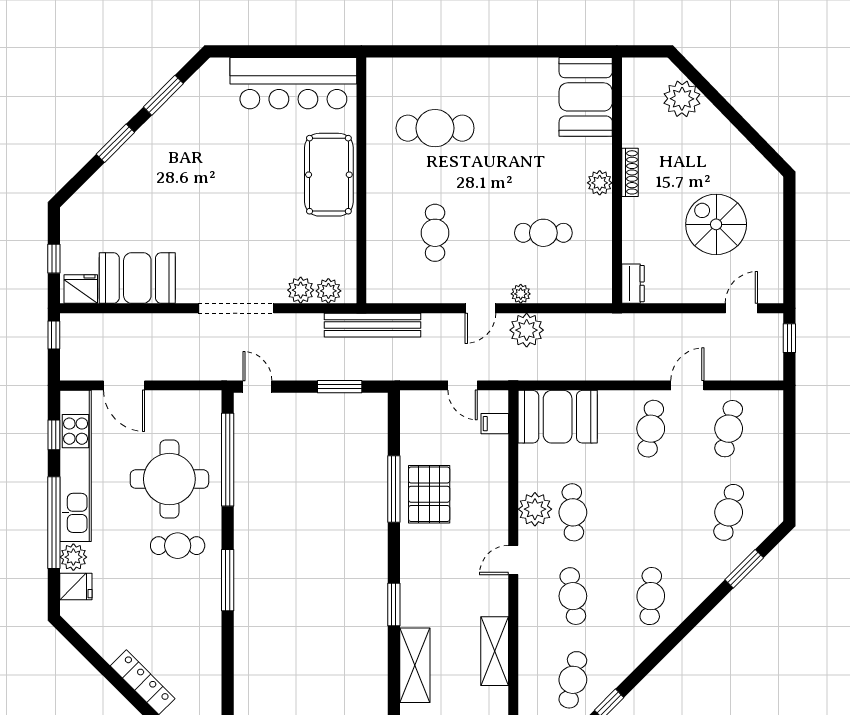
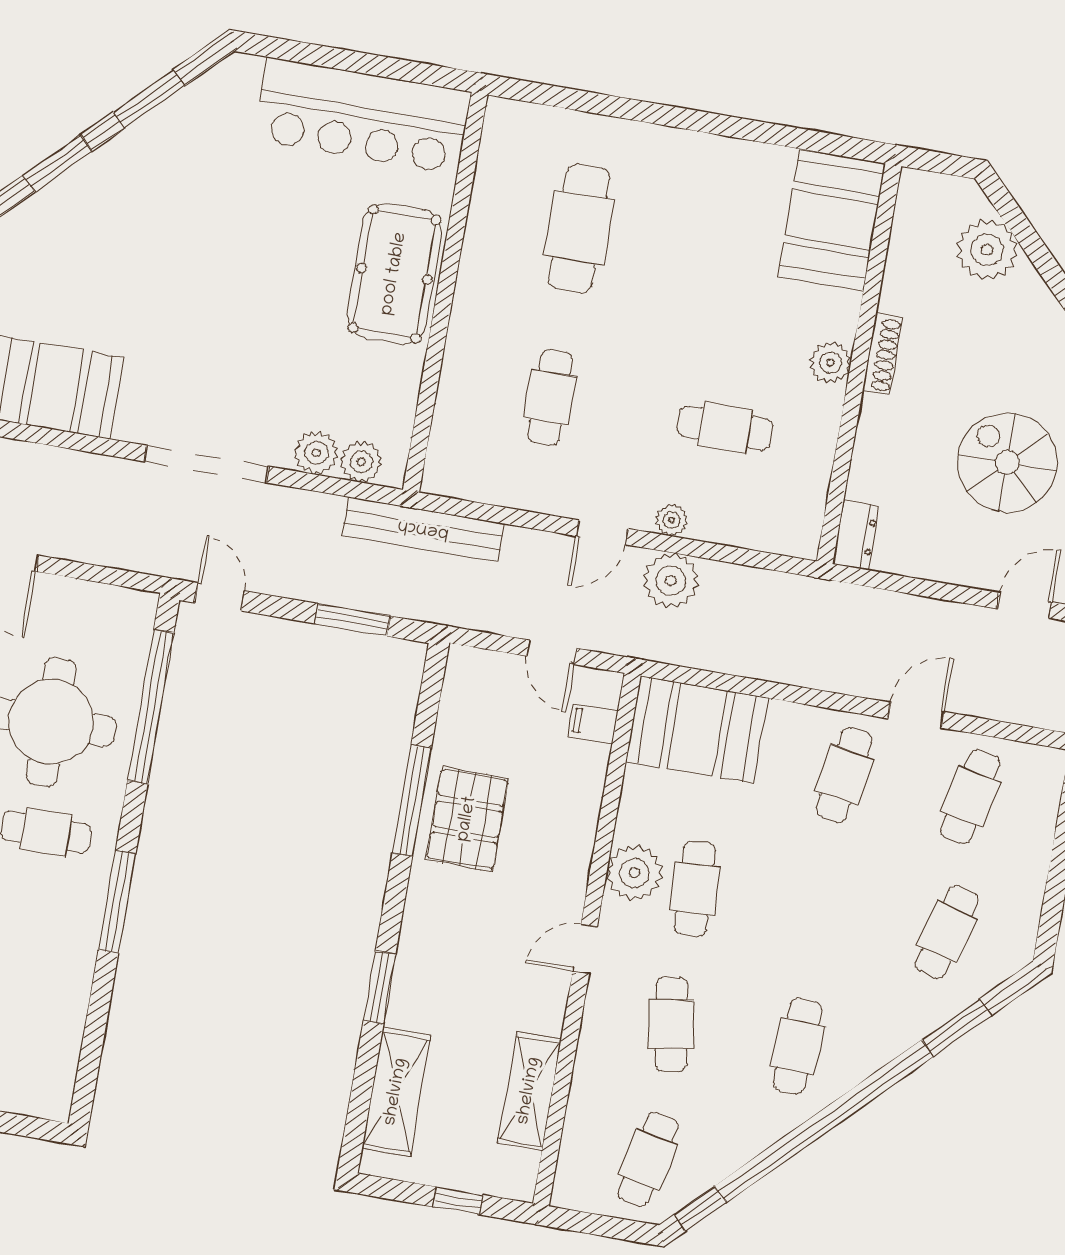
cafe table: (435, 128) -> (579, 228), turned 90

